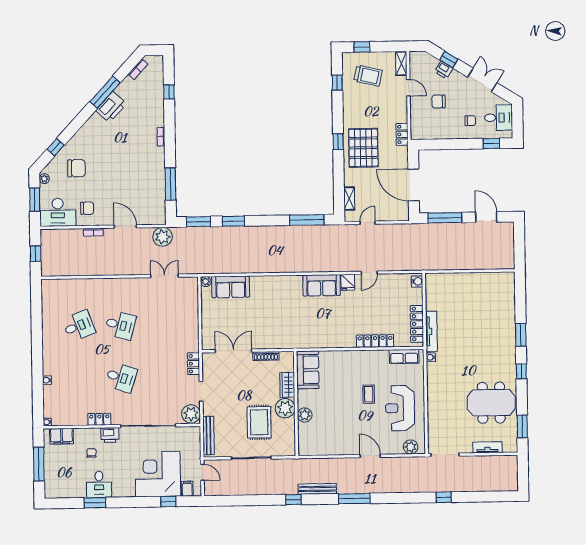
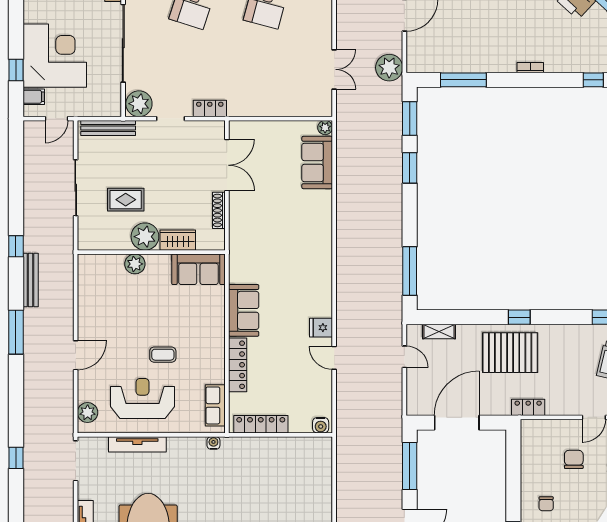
sofa: (322, 285) -> (244, 310), moved, turned 180
tv unit: (431, 331) -> (137, 444), moved
rug: (259, 422) -> (126, 200), width x0.73, depth x0.70

